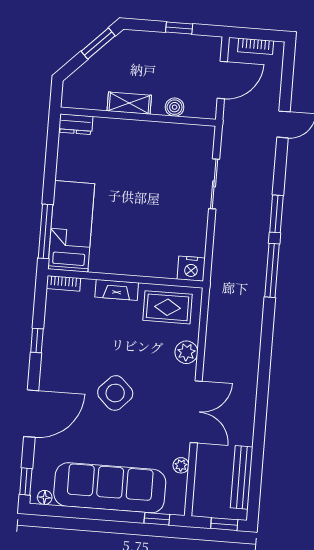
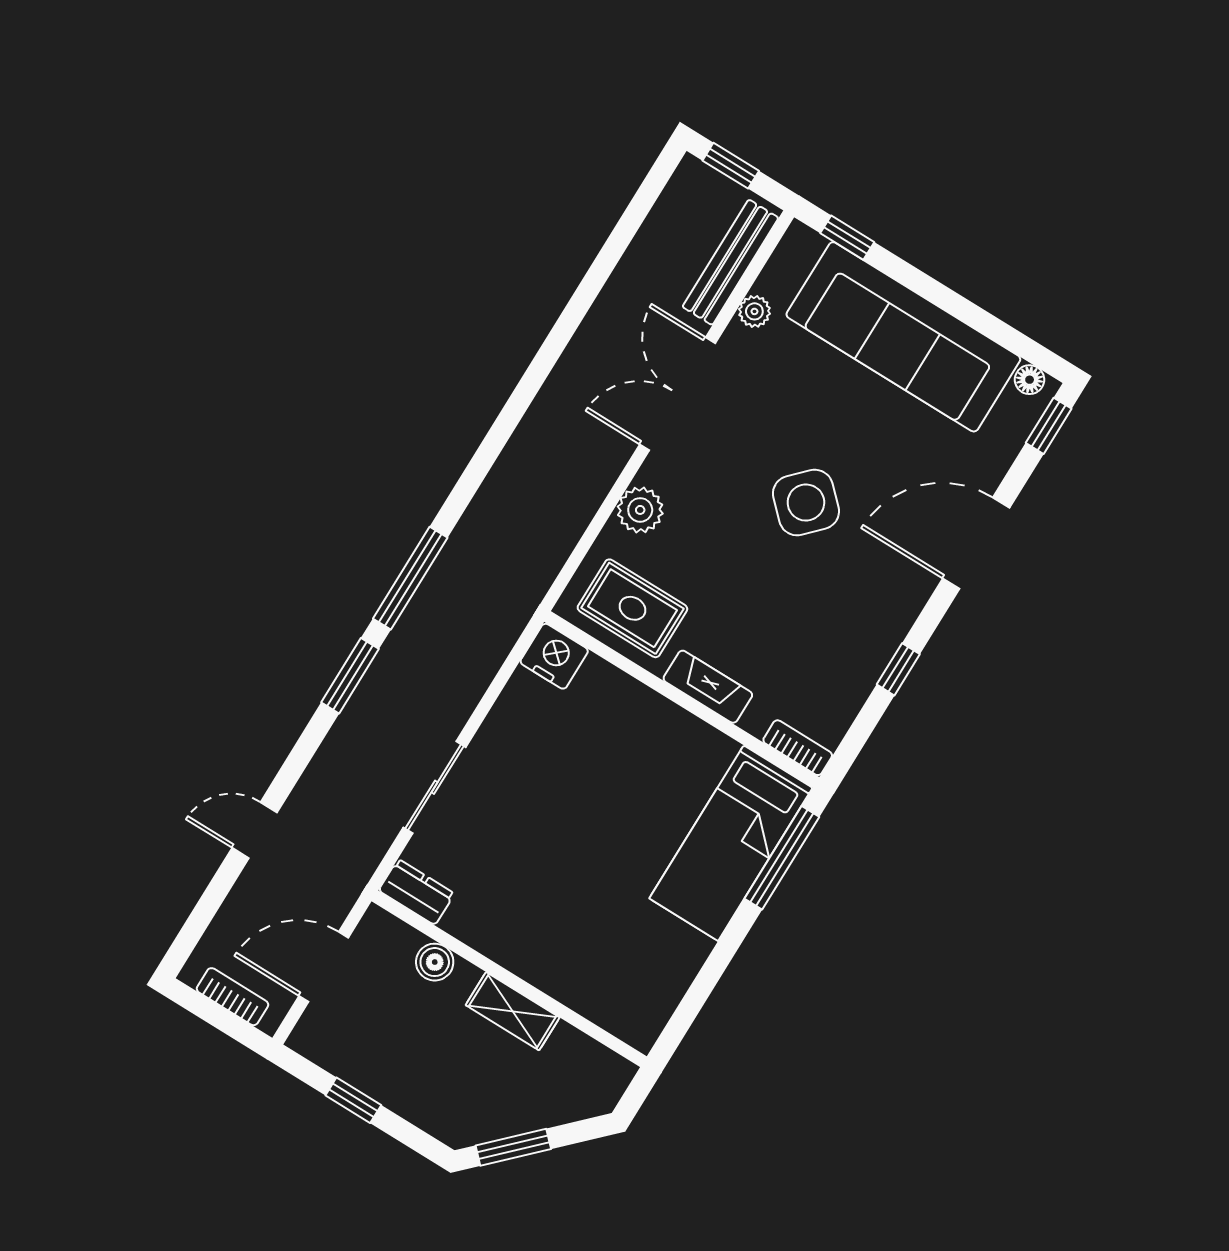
dresser: (76, 124) -> (417, 892), moved
bench: (242, 477) -> (730, 262), moved

